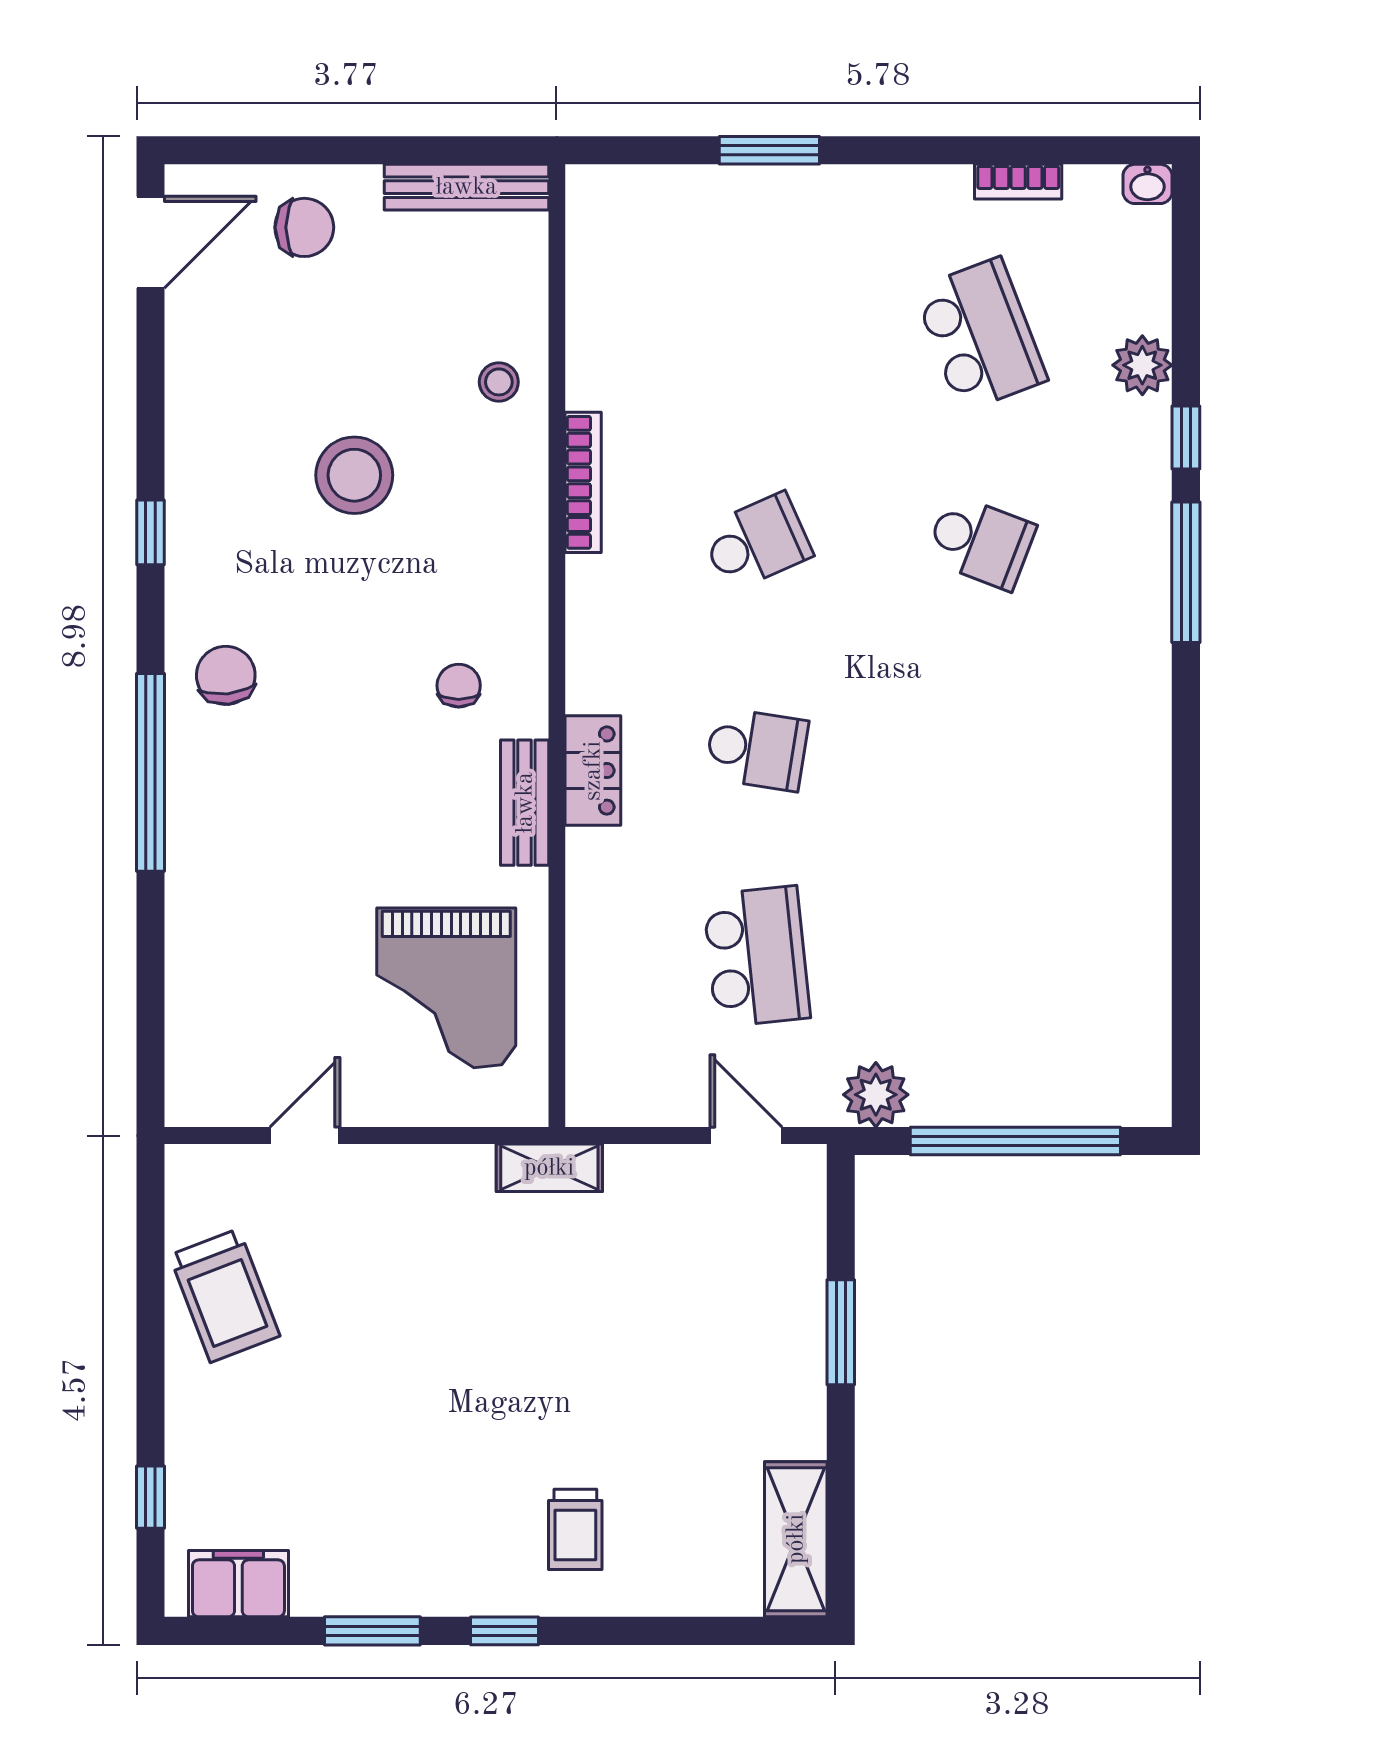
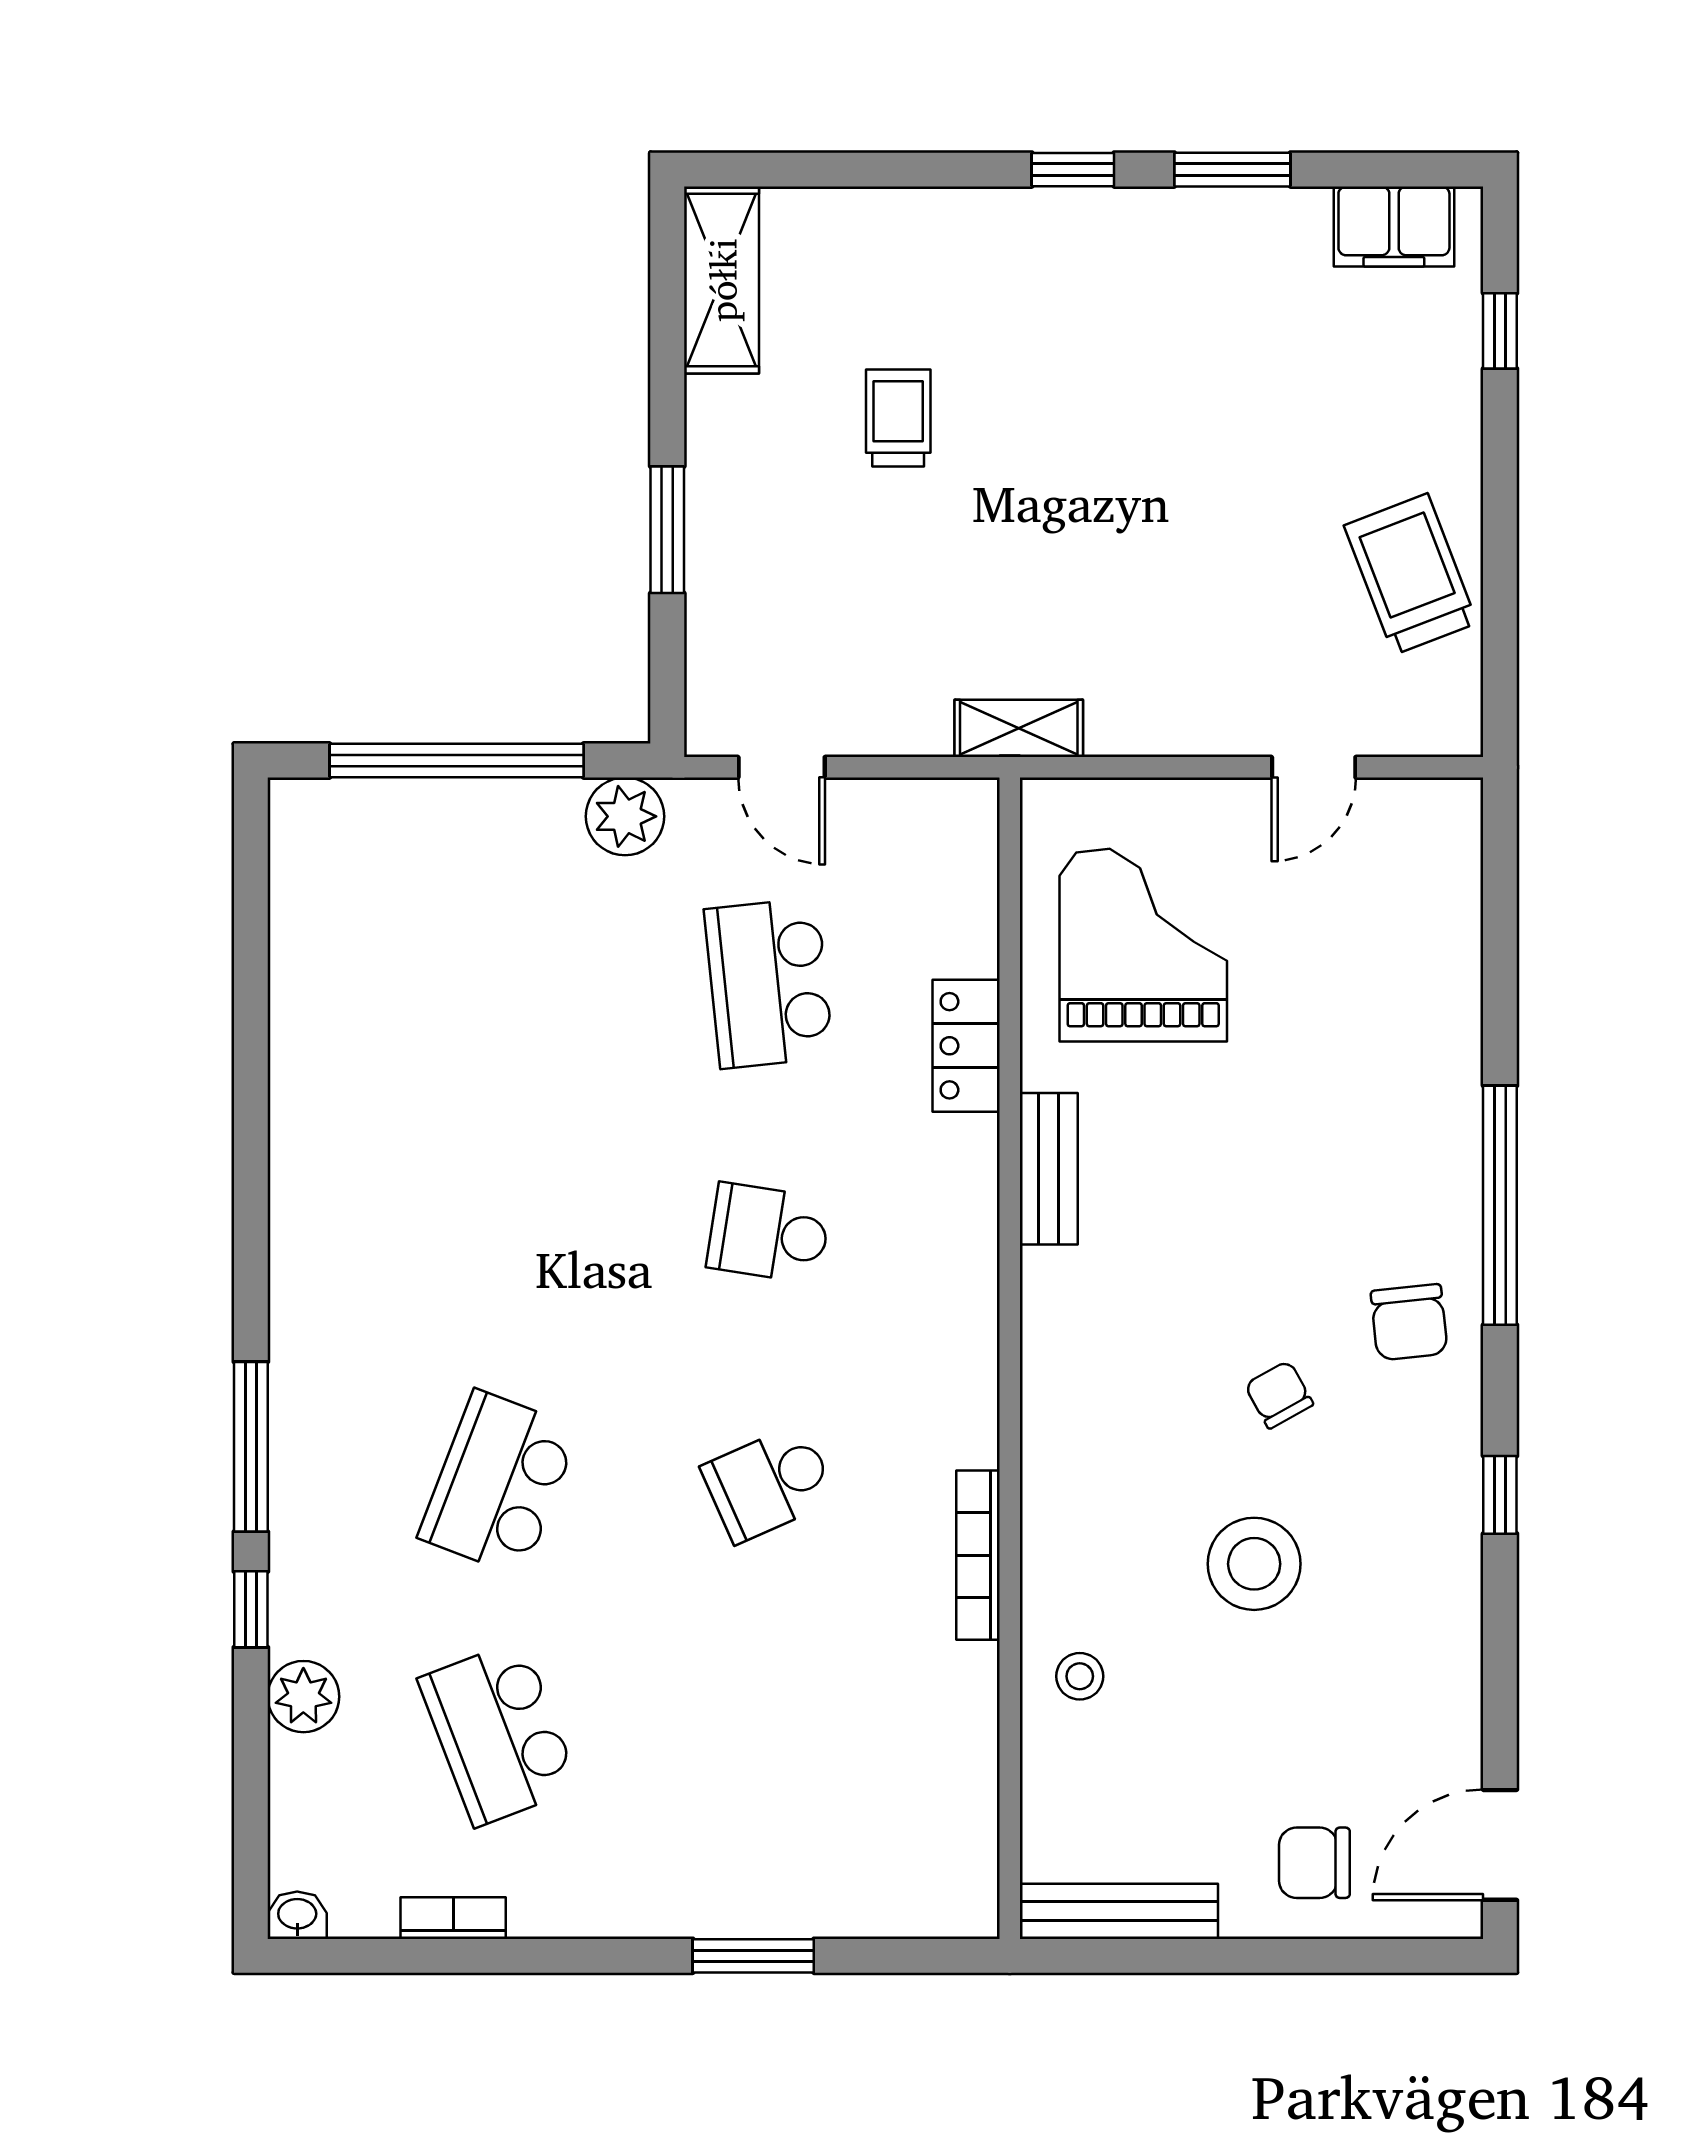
school desk: (980, 542) -> (499, 1483), width x1.85
chair: (459, 686) -> (1279, 1395), moved, turned 151
locker: (593, 771) -> (966, 1046), moved
trolley: (575, 1529) -> (898, 418), moved

